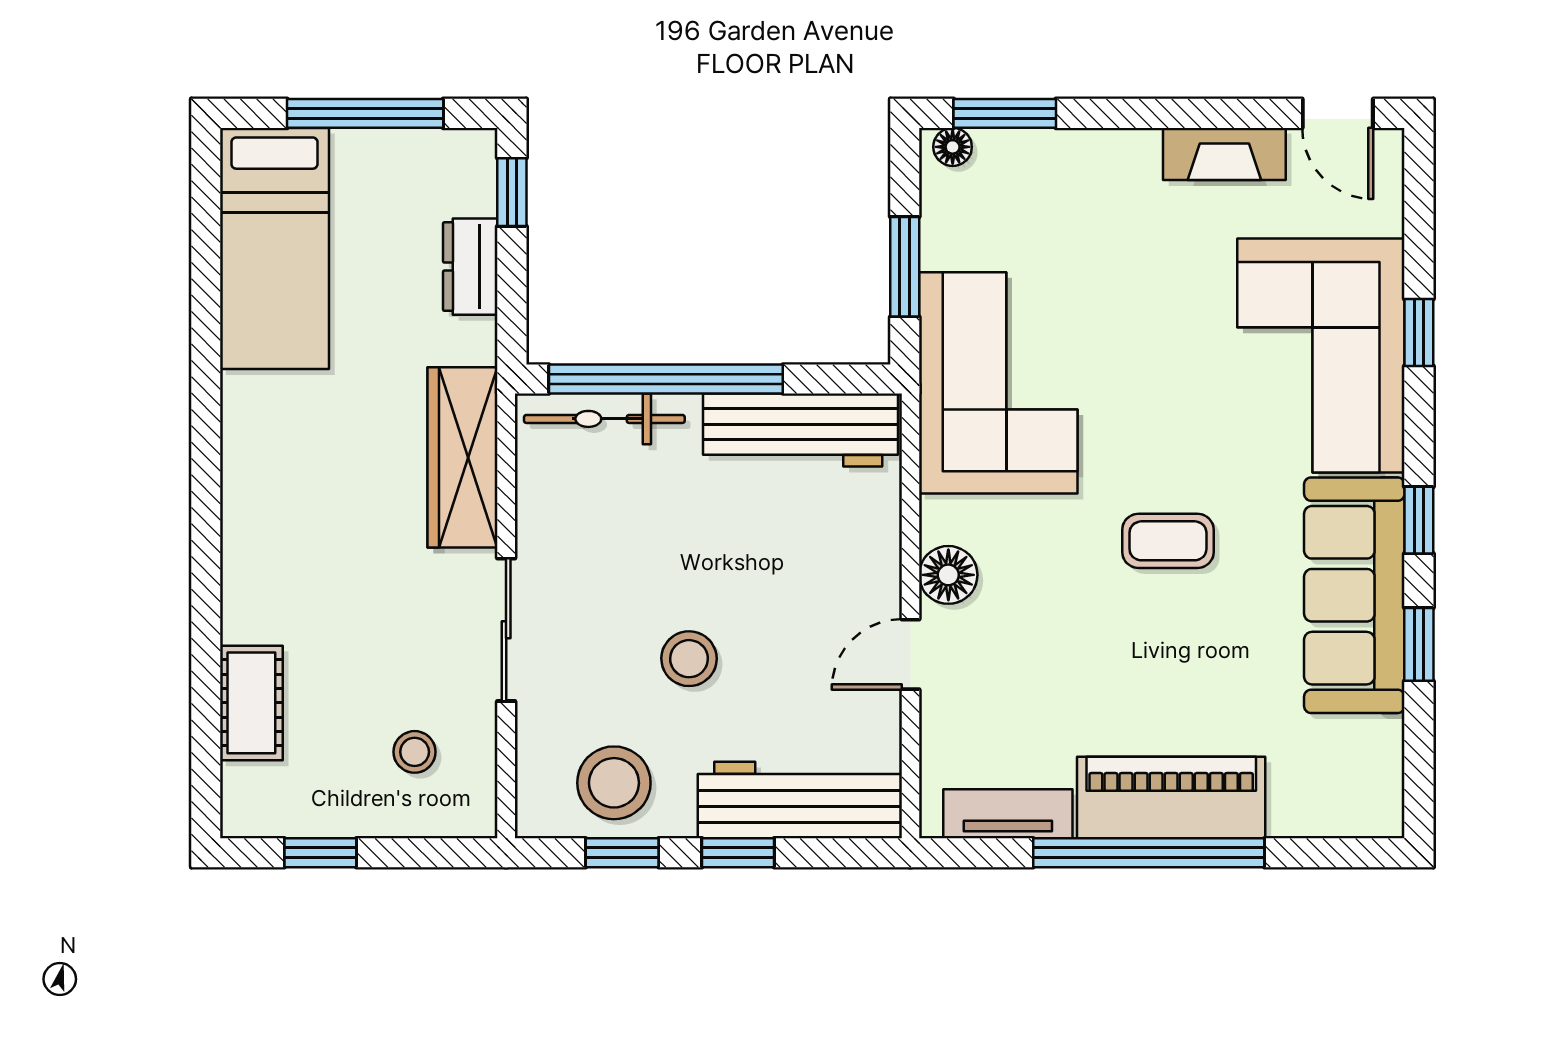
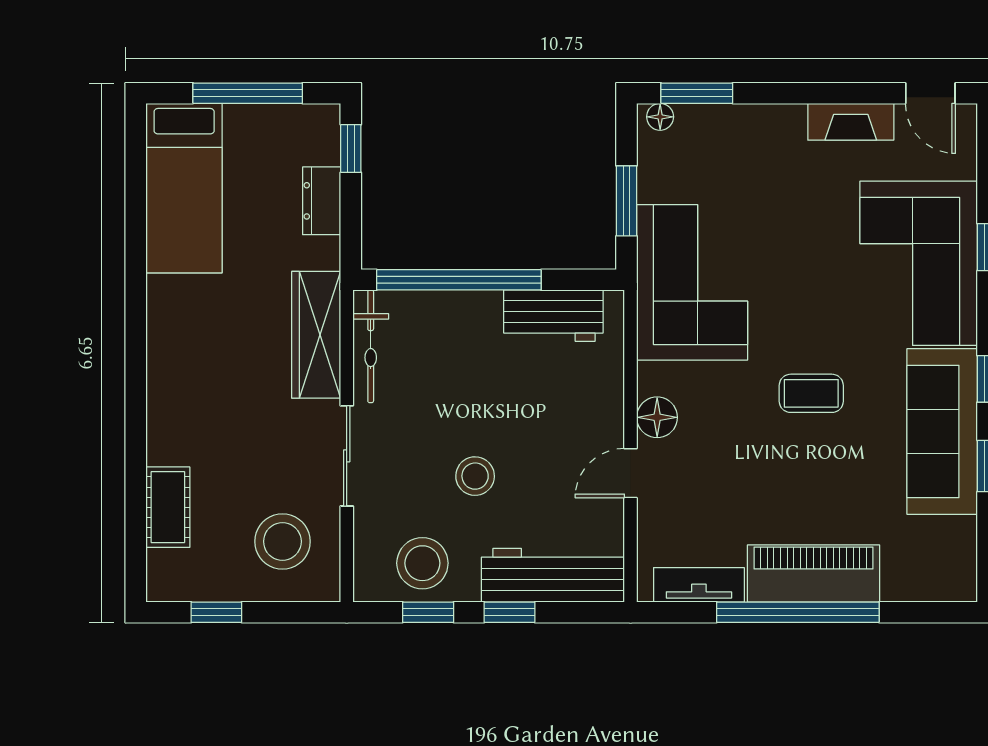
bicycle: (604, 419) -> (371, 346), moved, turned -90
workbench: (800, 430) -> (553, 316), width x0.73
stool: (415, 752) -> (282, 541), width x1.89, depth x1.89

